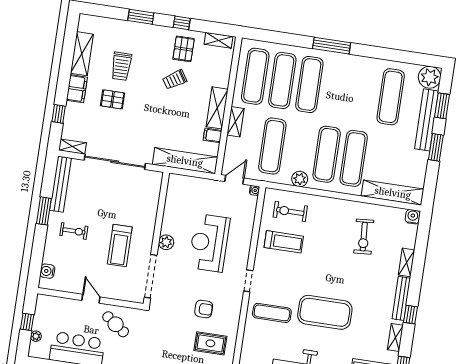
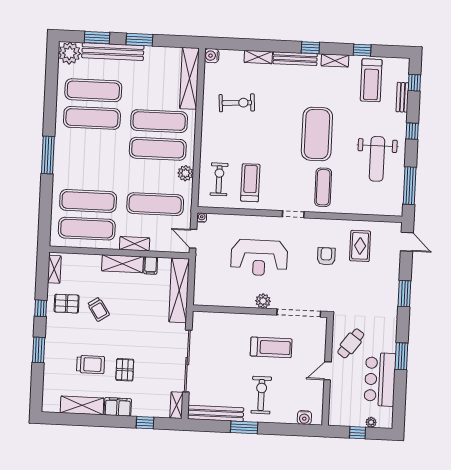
exercise mat: (309, 85) -> (92, 118), moved
exercise bike: (290, 211) -> (219, 179), turned 180
exercise bike: (74, 231) -> (261, 395), width x1.38, depth x1.39

